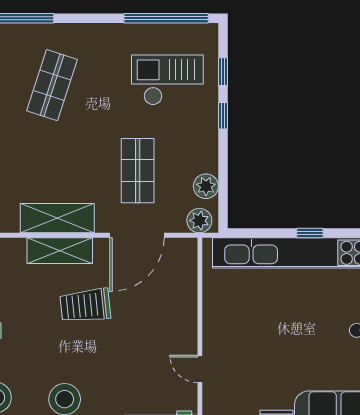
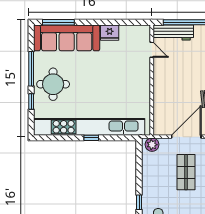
plant: (206, 186) -> (148, 163), removed
door: (200, 369) -> (152, 50), moved

